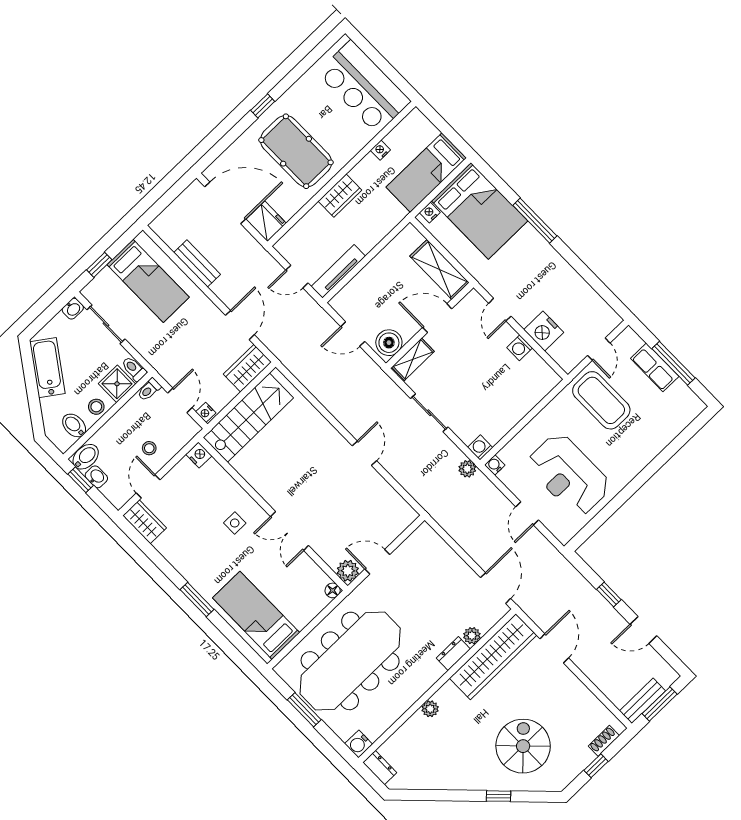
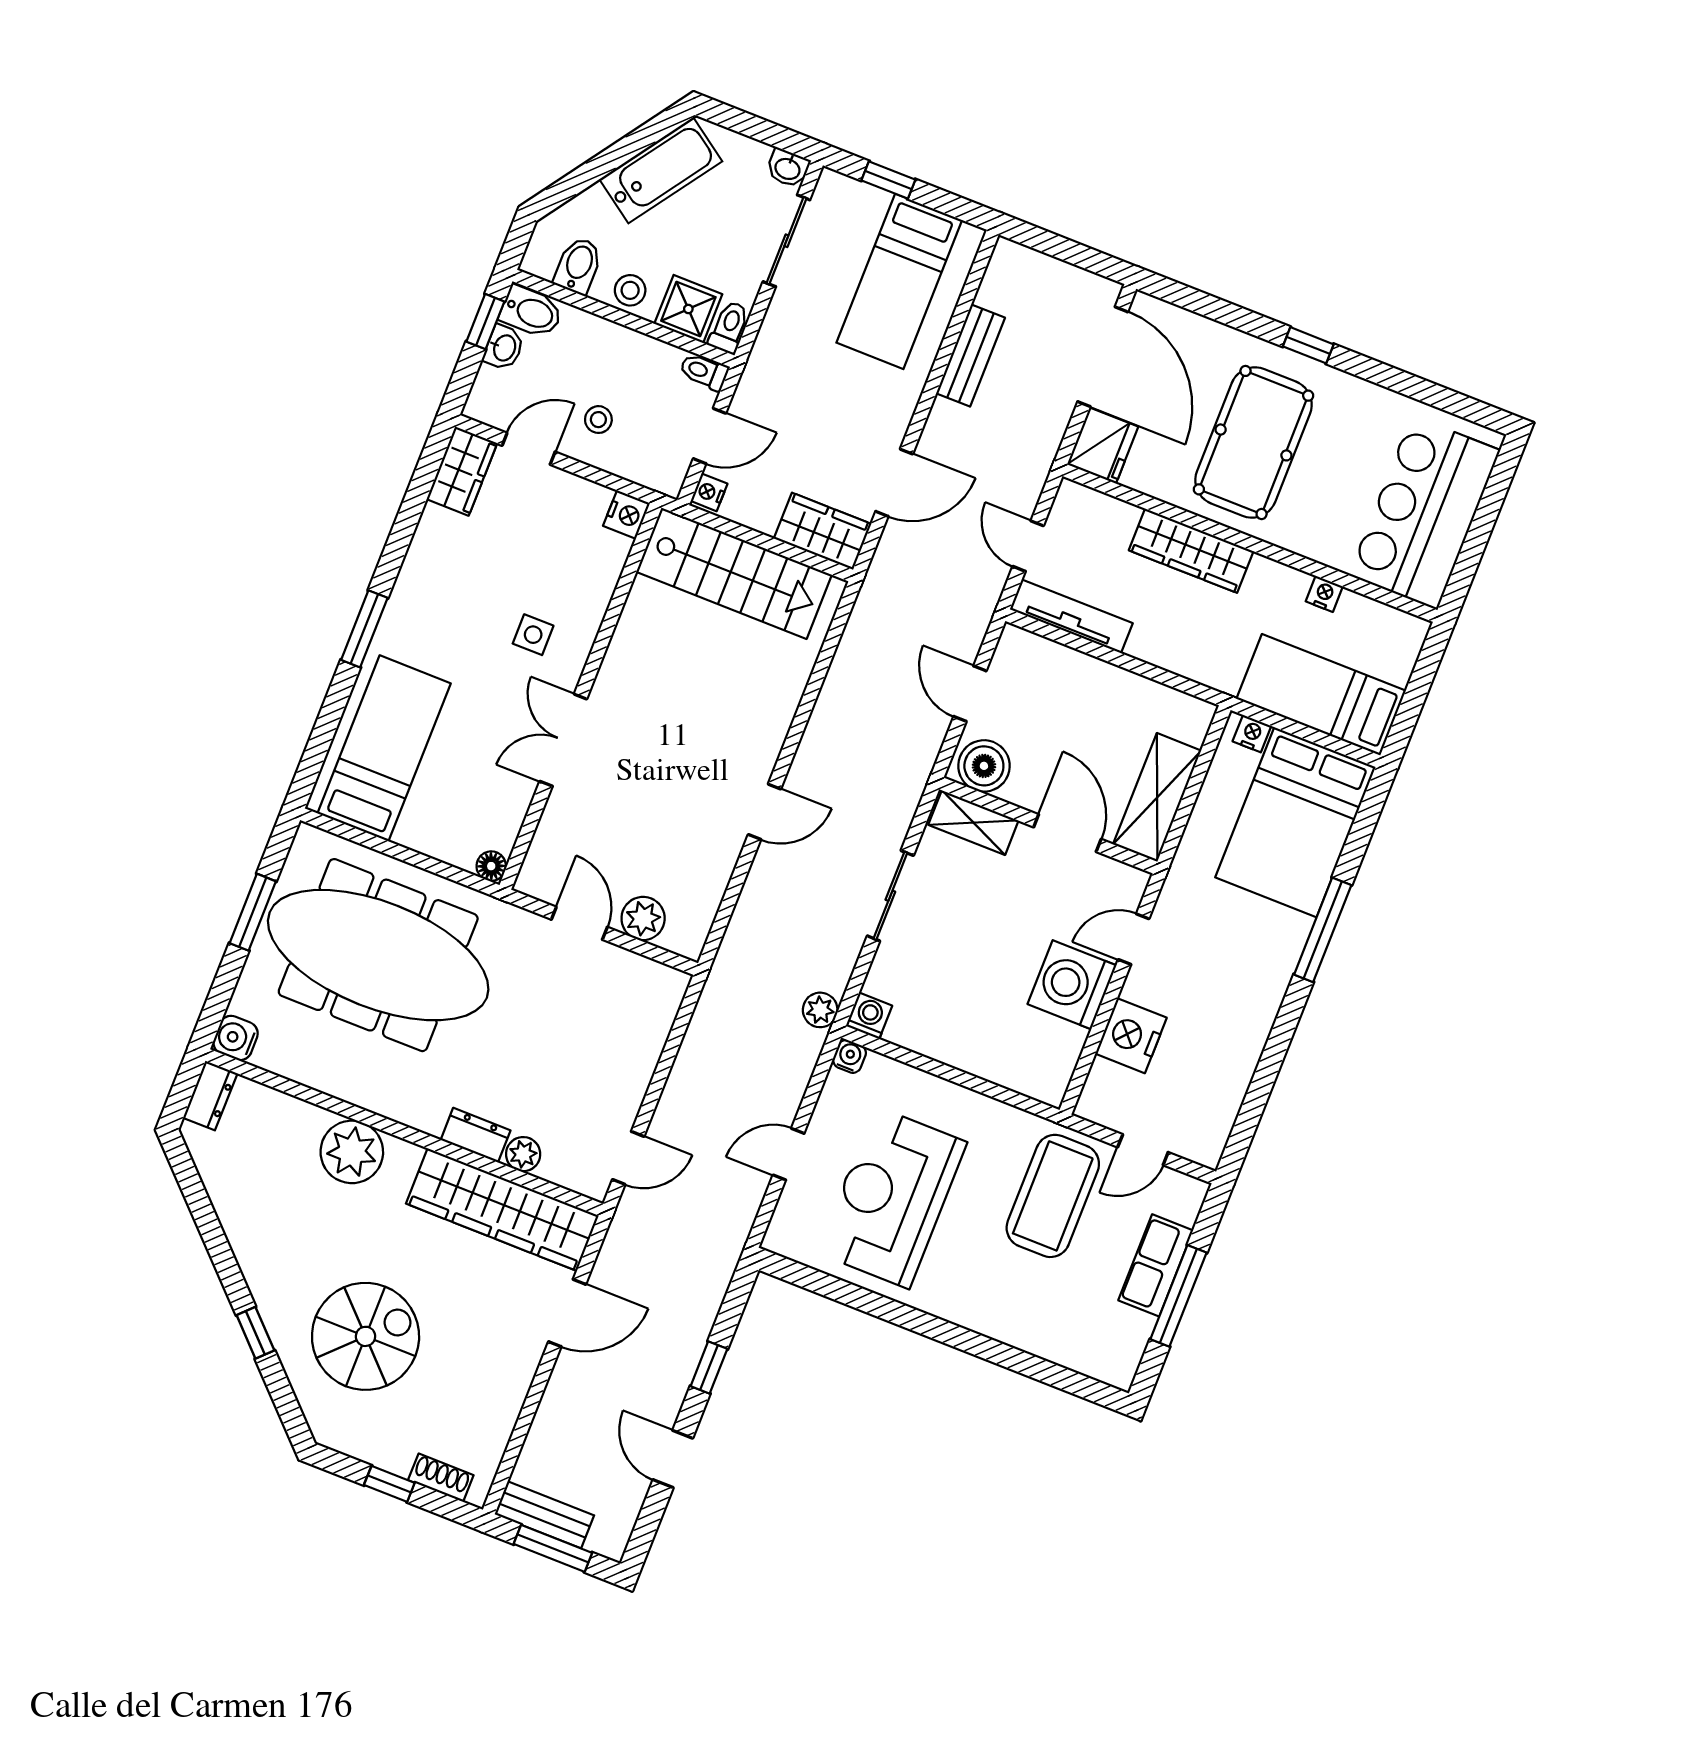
wardrobe: (340, 196) -> (1191, 551), width x1.50
washing machine: (520, 348) -> (1072, 985), width x1.89, depth x1.89
plant: (348, 571) -> (643, 918), moved
door: (496, 588) -> (628, 1158), width x0.73
plant: (430, 709) -> (352, 1152), width x1.88, depth x1.88

